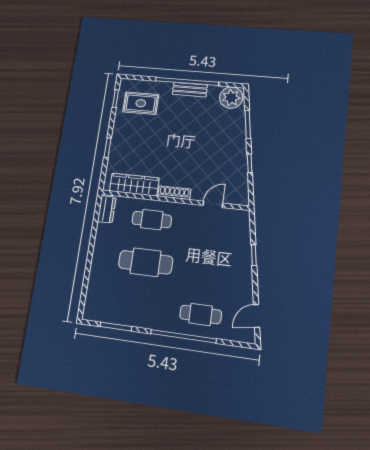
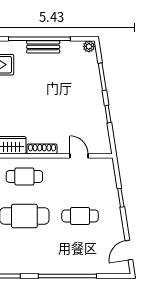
plant: (231, 98) -> (89, 46), width x0.53, depth x0.53
door: (213, 204) -> (79, 156), hinge flipped
cafe table: (201, 314) -> (80, 216), moved

